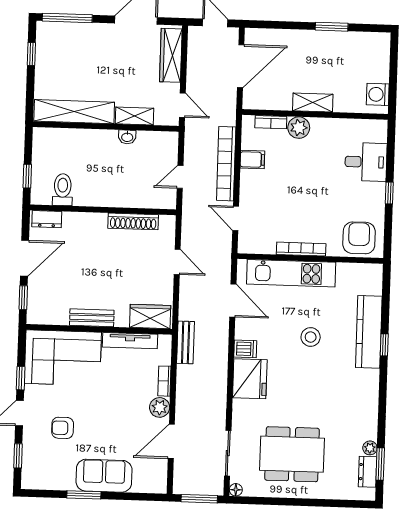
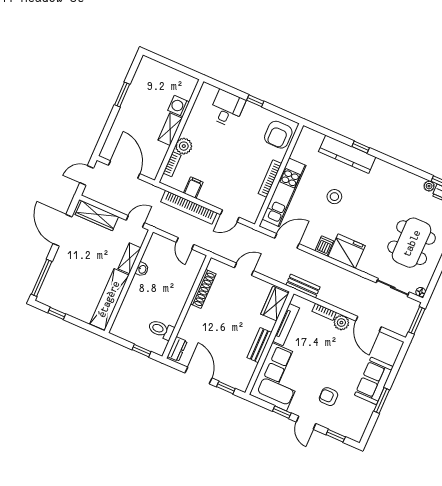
washing machine: (378, 94) -> (179, 106), moved, turned 90
armchair: (359, 238) -> (278, 135), turned -90
armchair: (63, 428) -> (328, 397), turned 90

